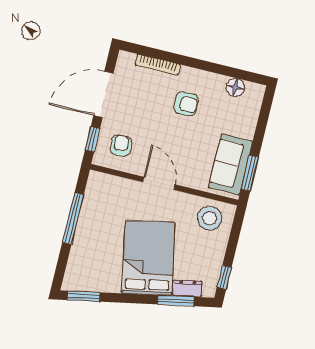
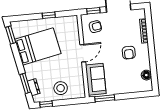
sofa: (231, 164) -> (96, 79), moved, turned 90
stool: (210, 218) -> (61, 88), moved
window: (73, 219) -> (49, 15), width x0.46
bed: (148, 258) -> (38, 46), moved

